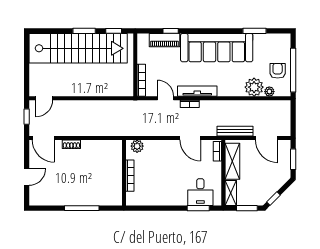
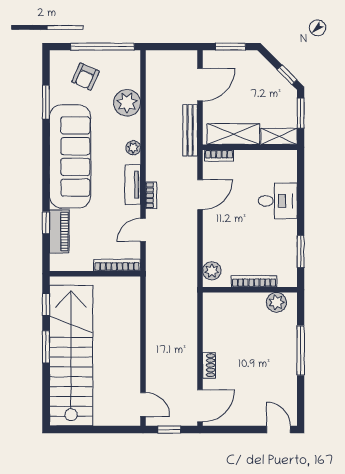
armchair: (278, 71) -> (85, 77), moved, turned -66
tv unit: (197, 91) -> (133, 185), width x0.71
plant: (269, 92) -> (133, 148), moved
door: (27, 177) -> (279, 430), moved
plant: (115, 191) -> (276, 302), added
desk: (200, 192) -> (278, 201), moved
window: (198, 208) -> (301, 251), moved

